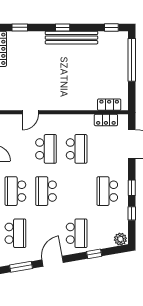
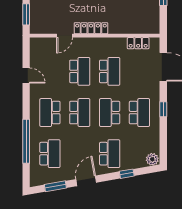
locker: (109, 105) -> (91, 28), moved, width x1.53
school desk: (46, 191) -> (80, 113), turned 180
school desk: (77, 191) -> (110, 113), added
school desk: (107, 191) -> (139, 113), turned 180
window: (132, 213) -> (163, 134), removed

